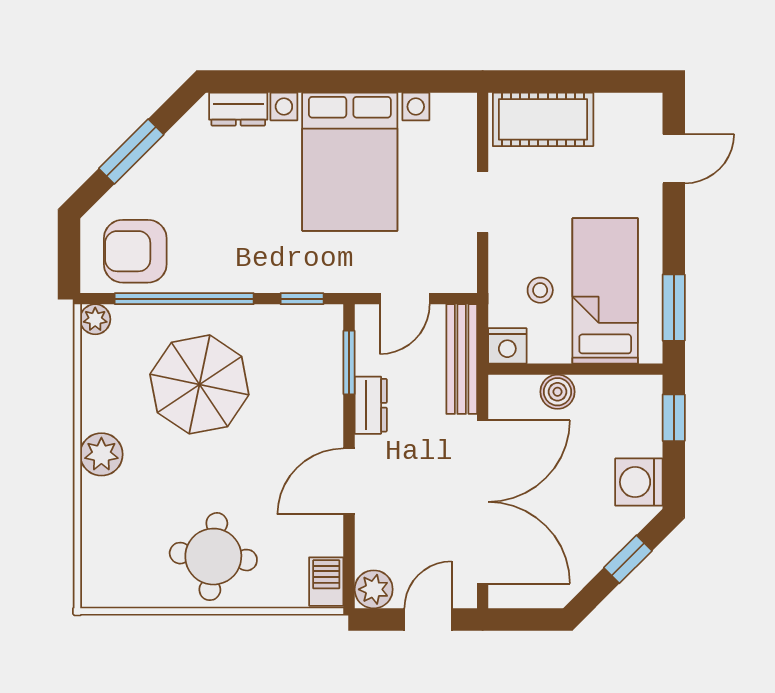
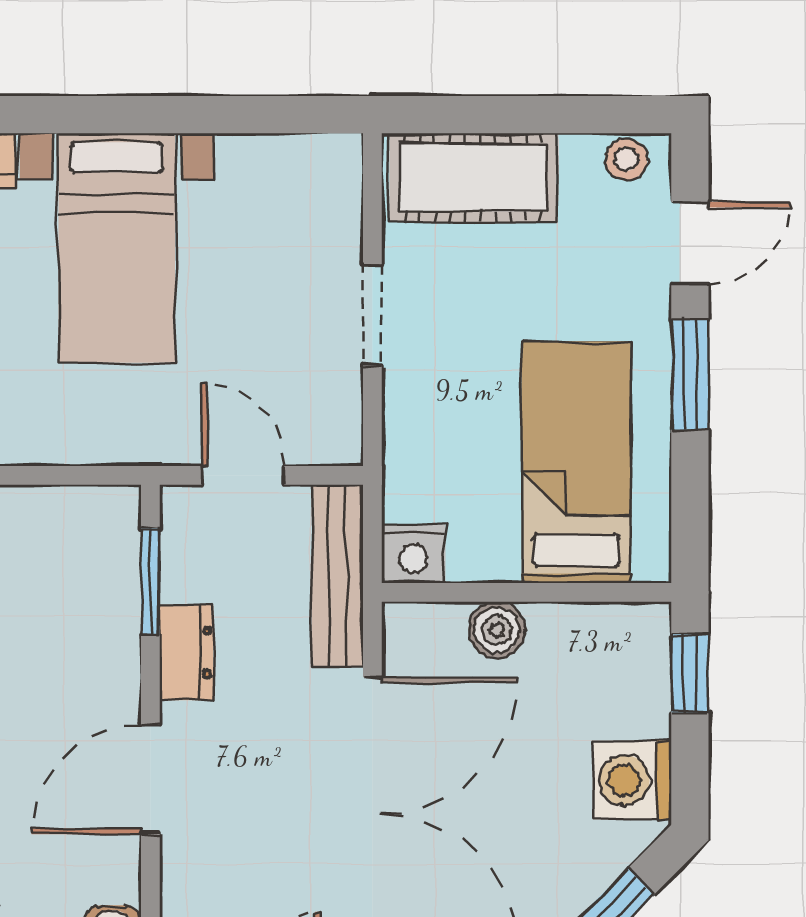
bed with nightstands: (350, 162) -> (117, 248), width x0.73
stool: (540, 290) -> (626, 159), moved
window: (302, 299) -> (72, 475), removed
door: (405, 299) -> (243, 475), swing flipped
window: (674, 308) -> (690, 374), moved

